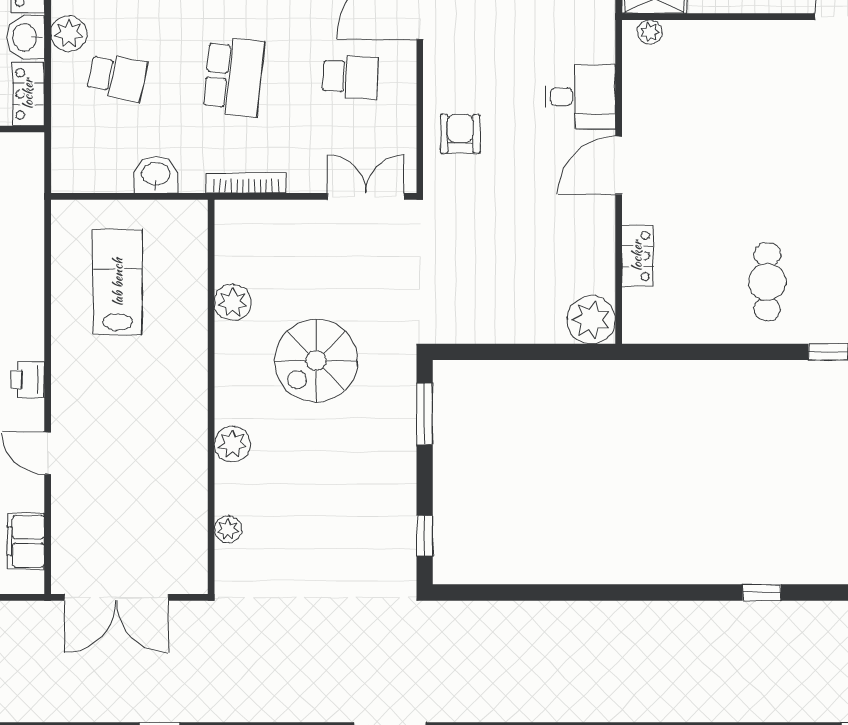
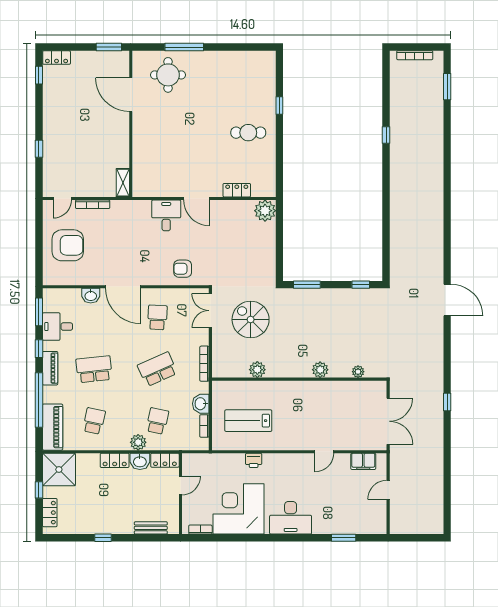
plant: (650, 32) -> (138, 185), removed
school desk: (234, 77) -> (157, 369), turned -30
bookcase: (106, 183) -> (204, 426), added
spiral stairs: (316, 361) -> (251, 320), moved, turned 180
printer: (28, 380) -> (254, 460), moved

